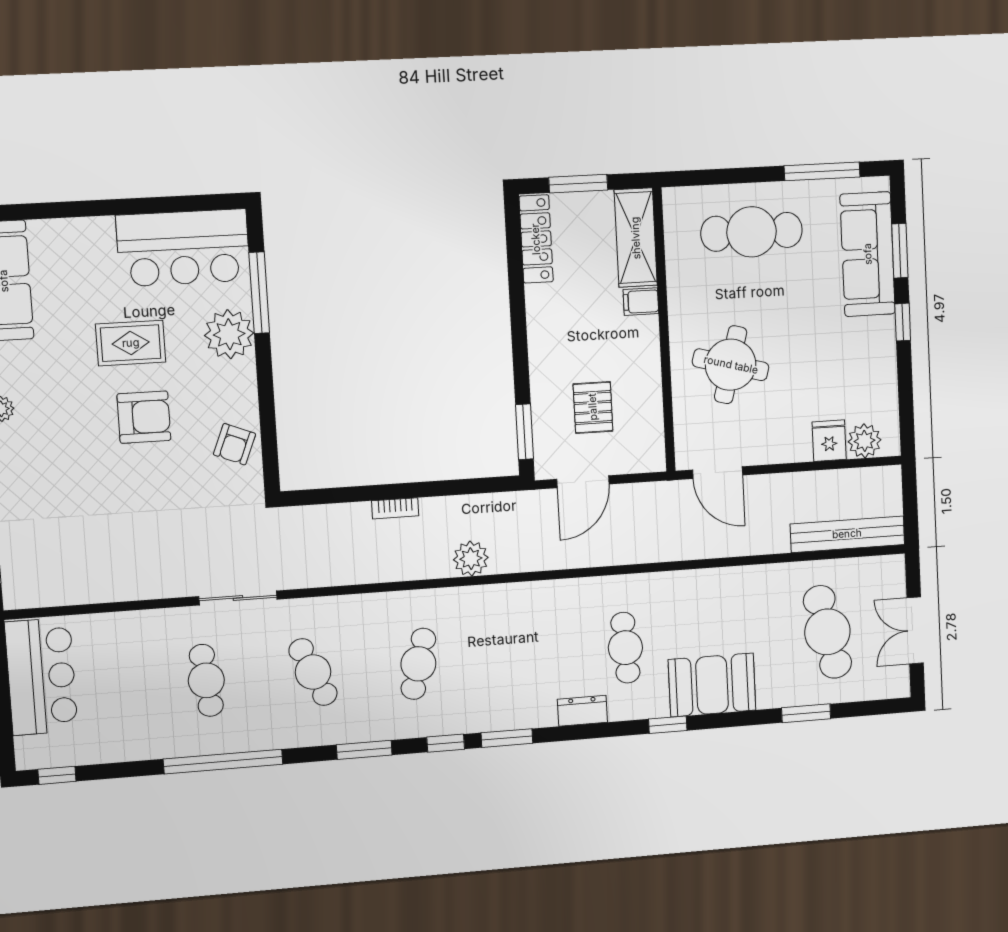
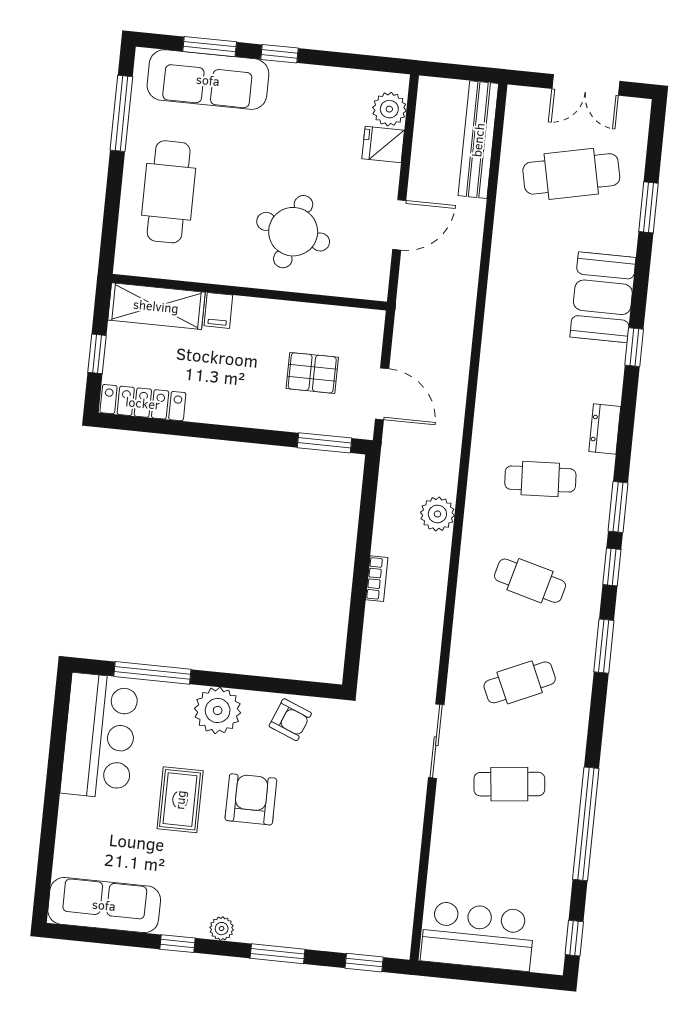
window: (578, 184) -> (97, 354), width x0.67
plant: (229, 334) -> (218, 710), moved
door: (718, 473) -> (399, 225), moved
cafe table: (625, 648) -> (540, 479), moved
window: (223, 762) -> (586, 824), moved

